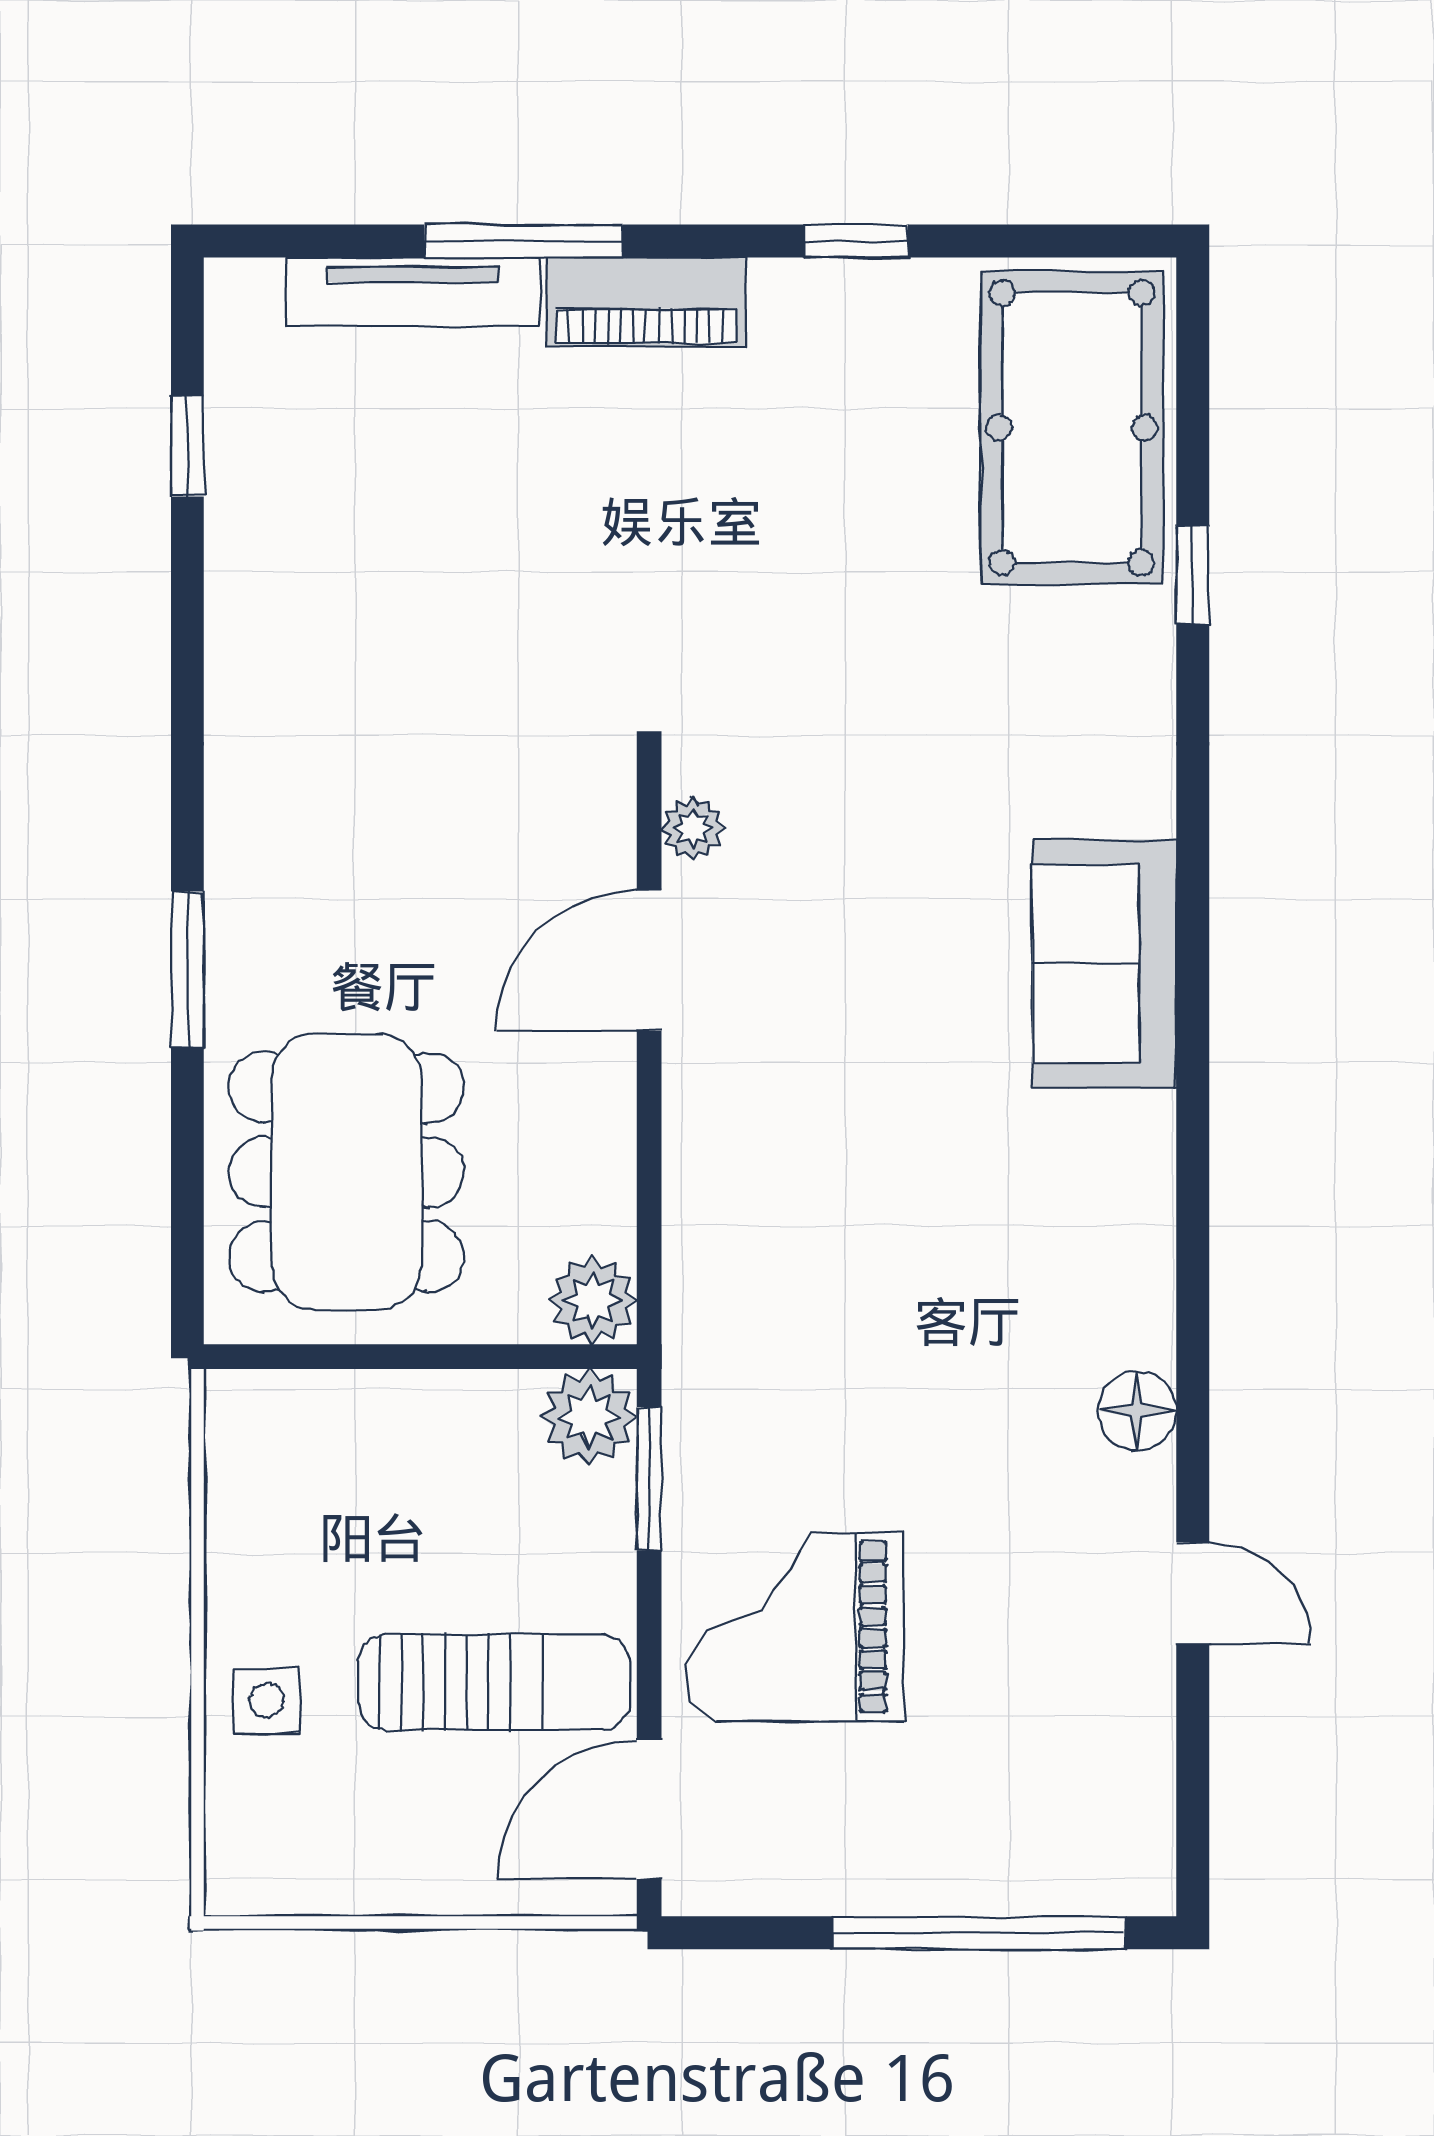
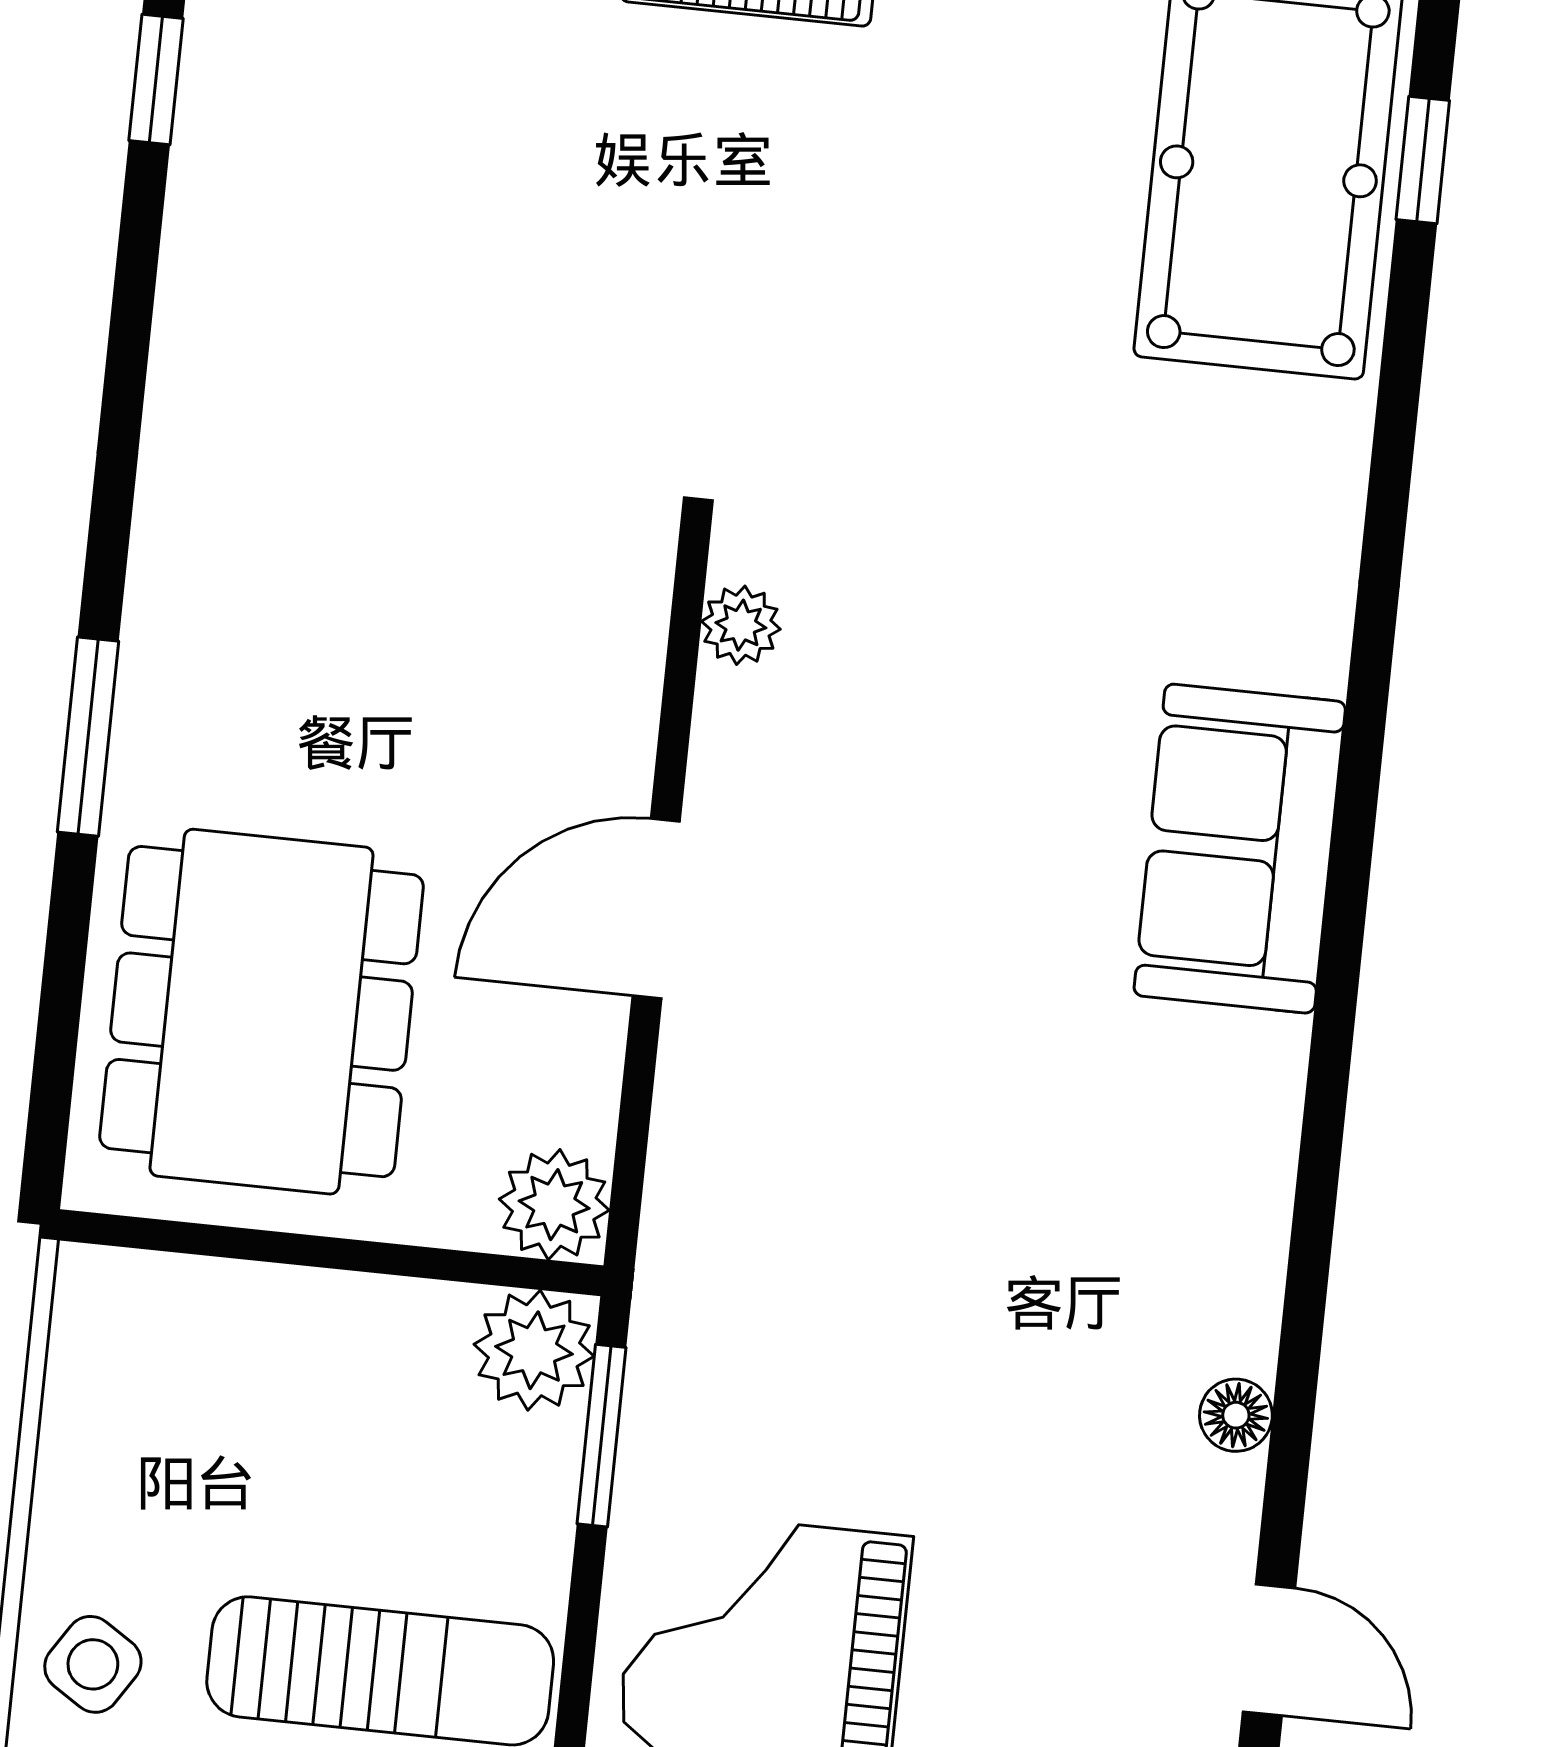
window: (1193, 575) -> (1423, 160), moved
door: (649, 960) -> (656, 909), moved
floor lamp: (1137, 1411) -> (1236, 1415), width x0.73, depth x0.73
side table: (267, 1700) -> (93, 1664), turned 33

